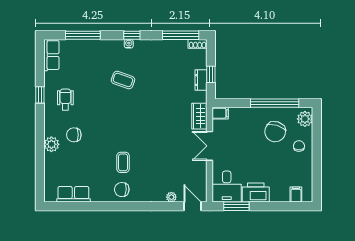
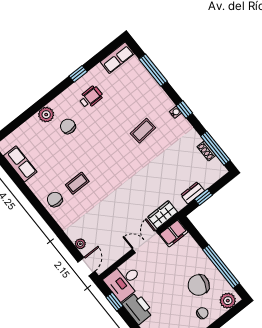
shoe rack: (198, 44) -> (206, 151), moved
coffee table: (123, 80) -> (143, 131), turned 66
filing cabinet: (220, 113) -> (174, 233), width x2.00
window: (236, 206) -> (114, 302), width x0.67

